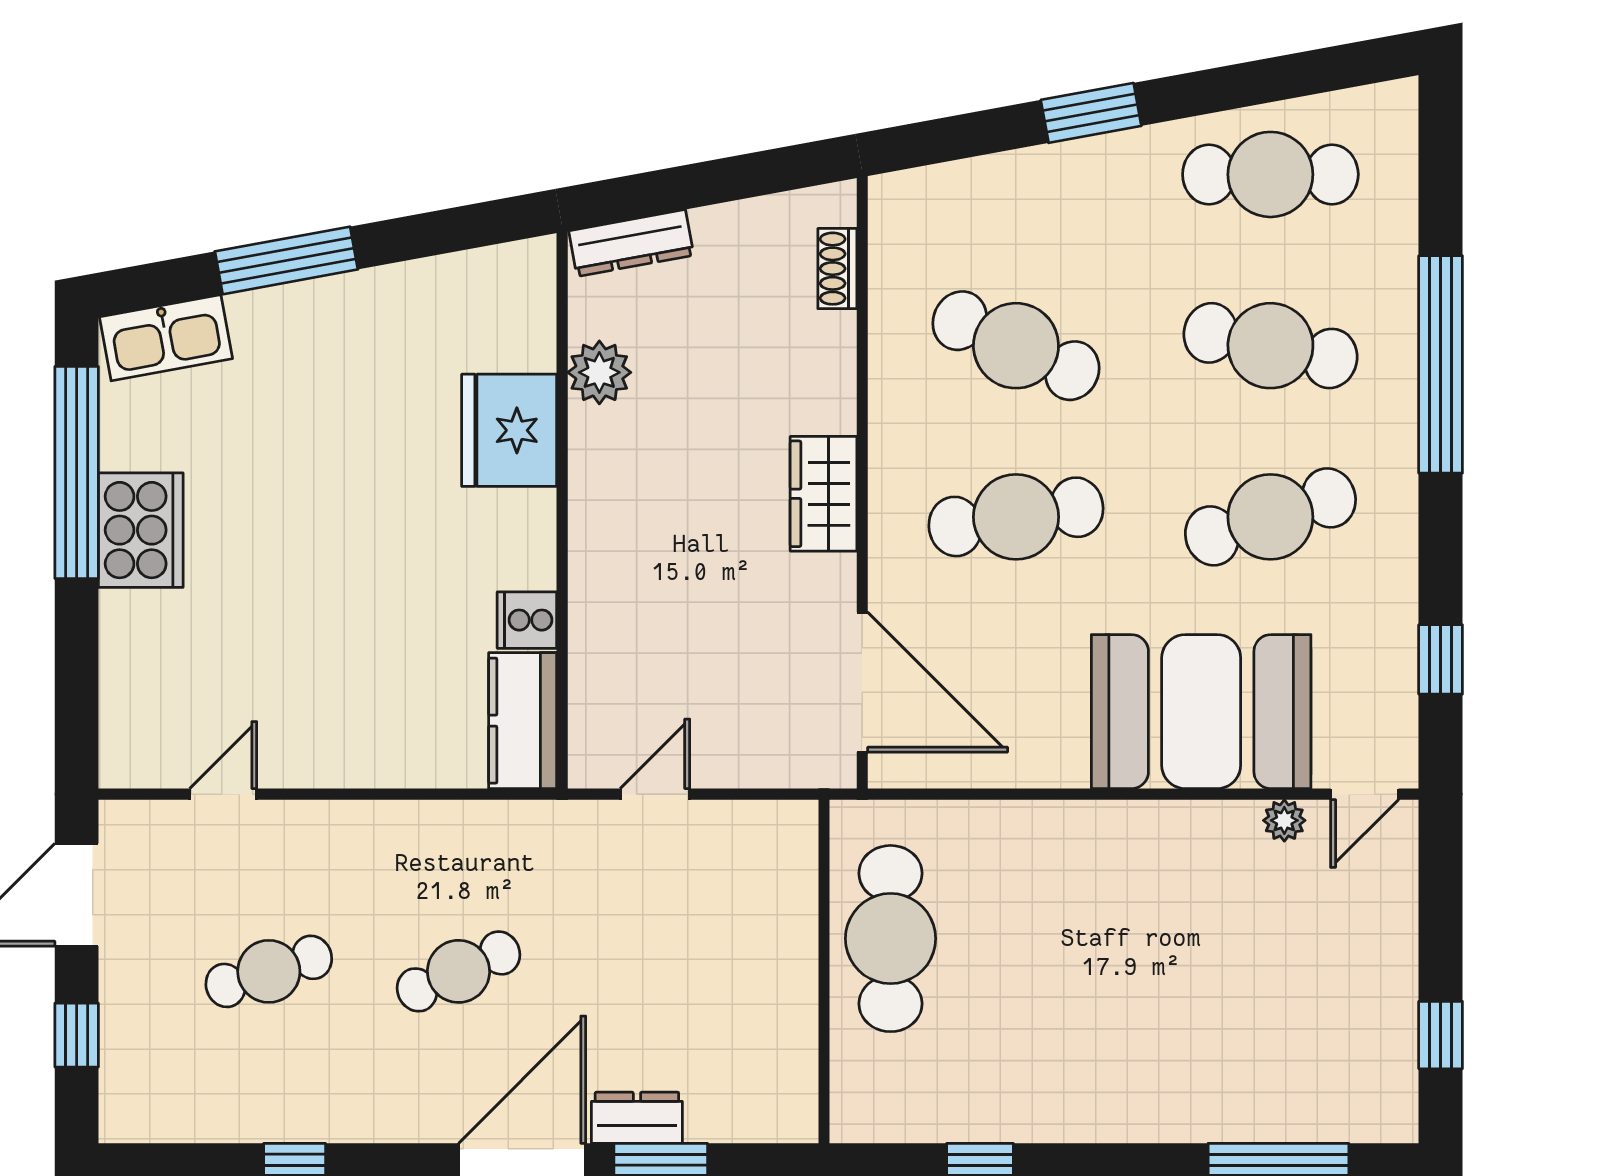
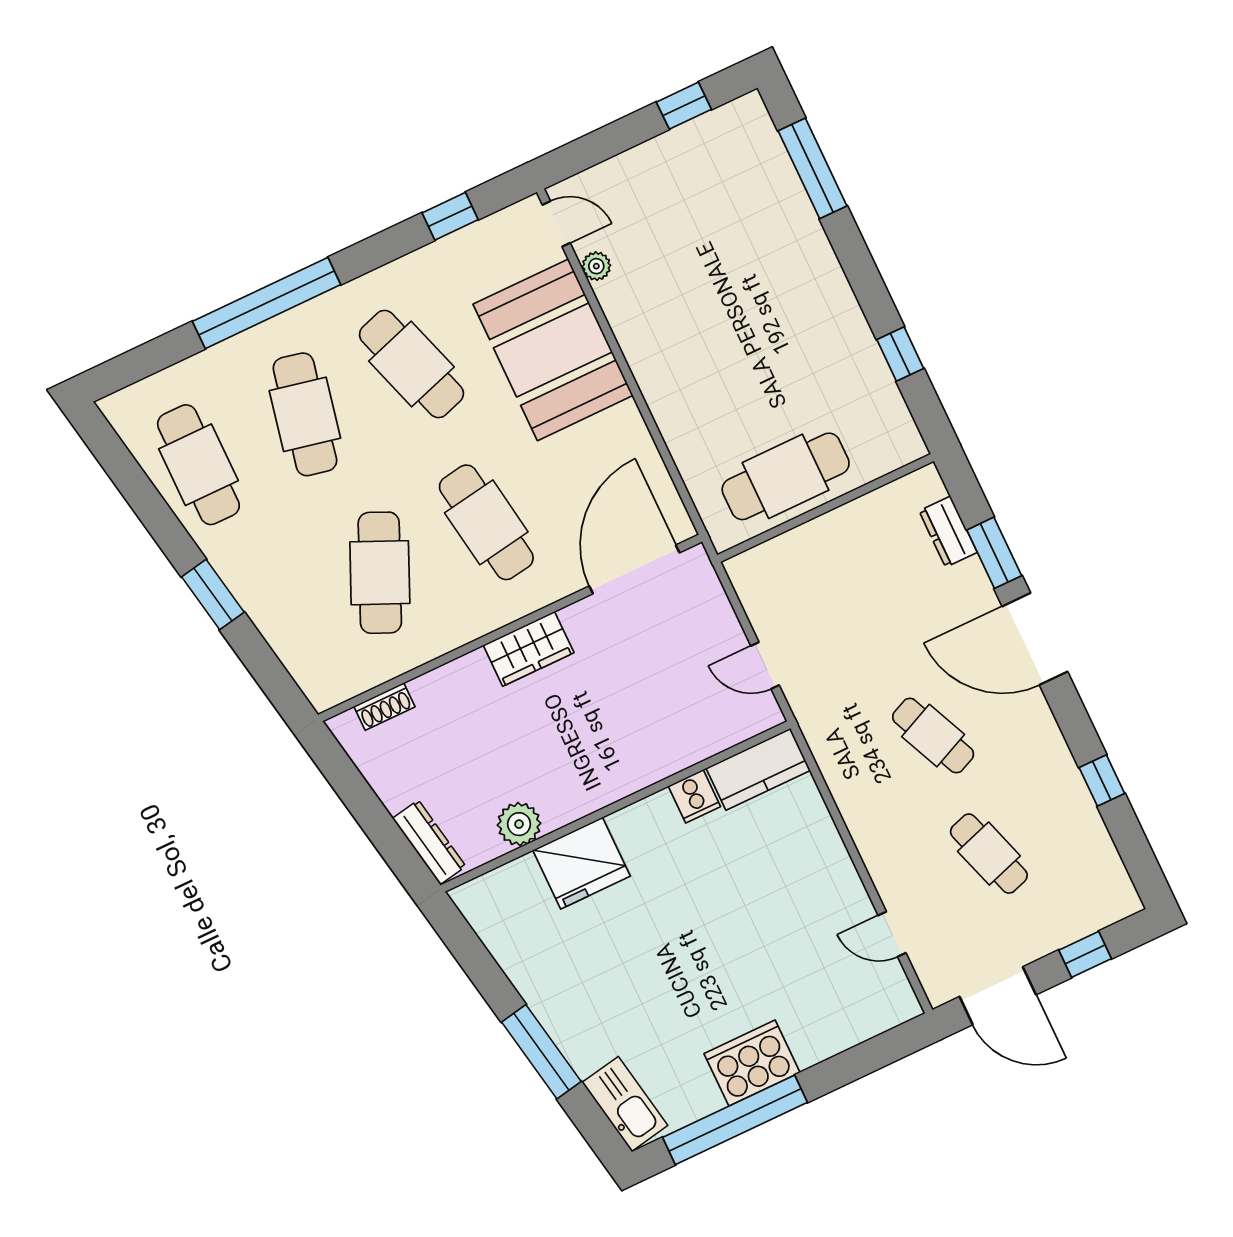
dresser: (637, 1118) -> (948, 532), moved

